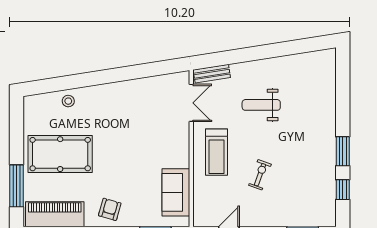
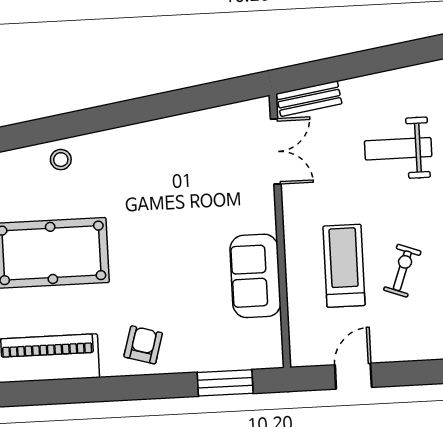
treadmill: (217, 152) -> (344, 266), moved, turned 180
sofa: (176, 192) -> (255, 276), moved

